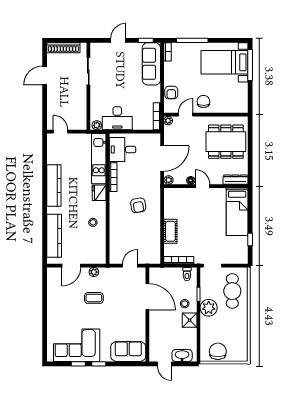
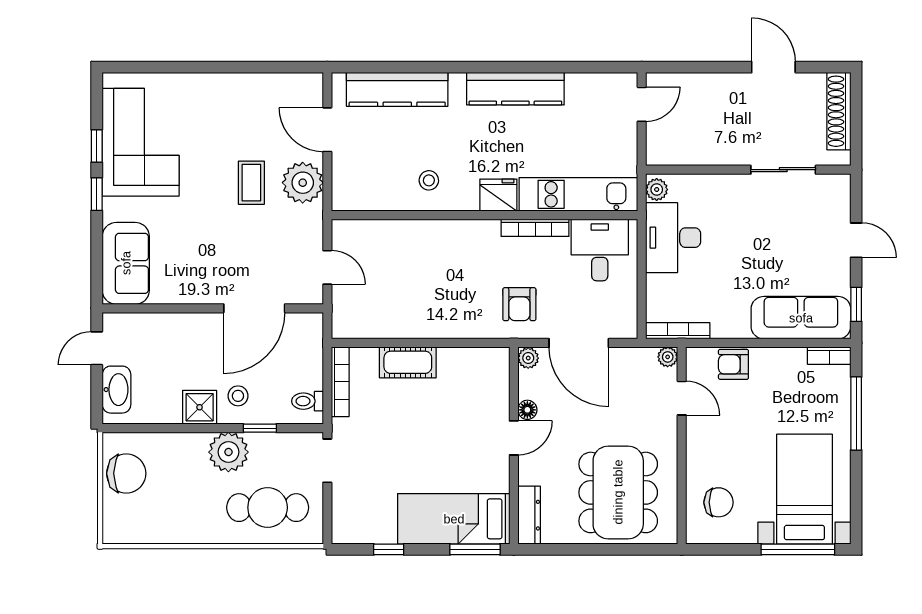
chair: (203, 101) -> (719, 502), moved
window: (250, 203) -> (475, 549), added
armchair: (138, 205) -> (519, 304), moved, turned -81
plant: (94, 272) -> (303, 183), width x1.88, depth x1.88

